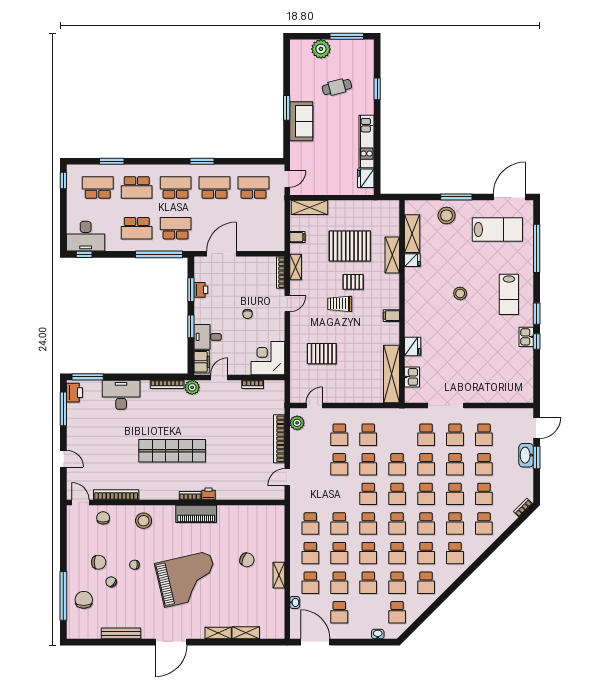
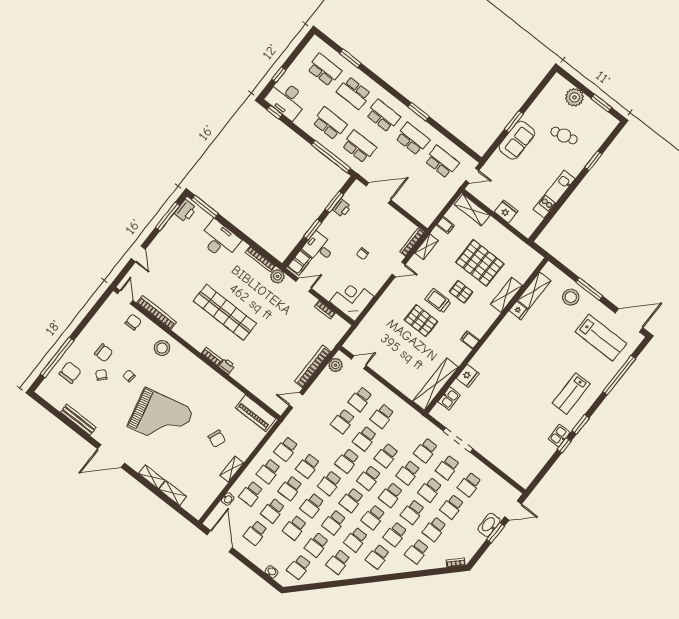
window: (347, 36) -> (601, 103), width x0.69
fridge: (366, 178) -> (506, 212), moved, turned 90
window: (63, 181) -> (279, 75), moved
school desk: (137, 228) -> (330, 124), turned 180
stool: (460, 293) -> (535, 364), removed
pallet: (322, 354) -> (421, 321), moved
piano: (196, 514) -> (256, 413), moved

